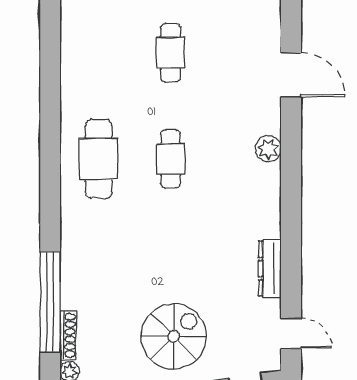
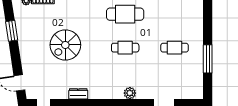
dresser: (270, 268) -> (78, 94), width x0.70
spiral stairs: (174, 336) -> (65, 45), moved, turned 90

